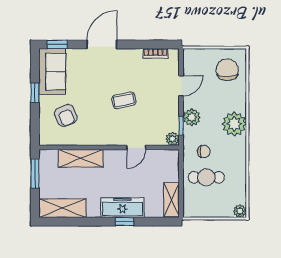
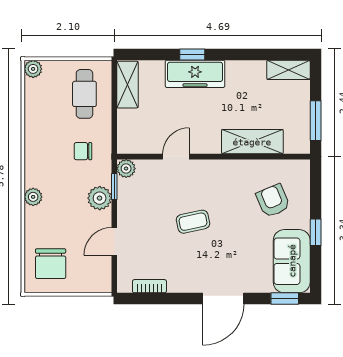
plant: (234, 124) -> (33, 197), width x0.53, depth x0.53
cafe table: (206, 177) -> (84, 94), moved, turned 90
shelving: (62, 208) -> (288, 70), width x0.67, depth x0.75

